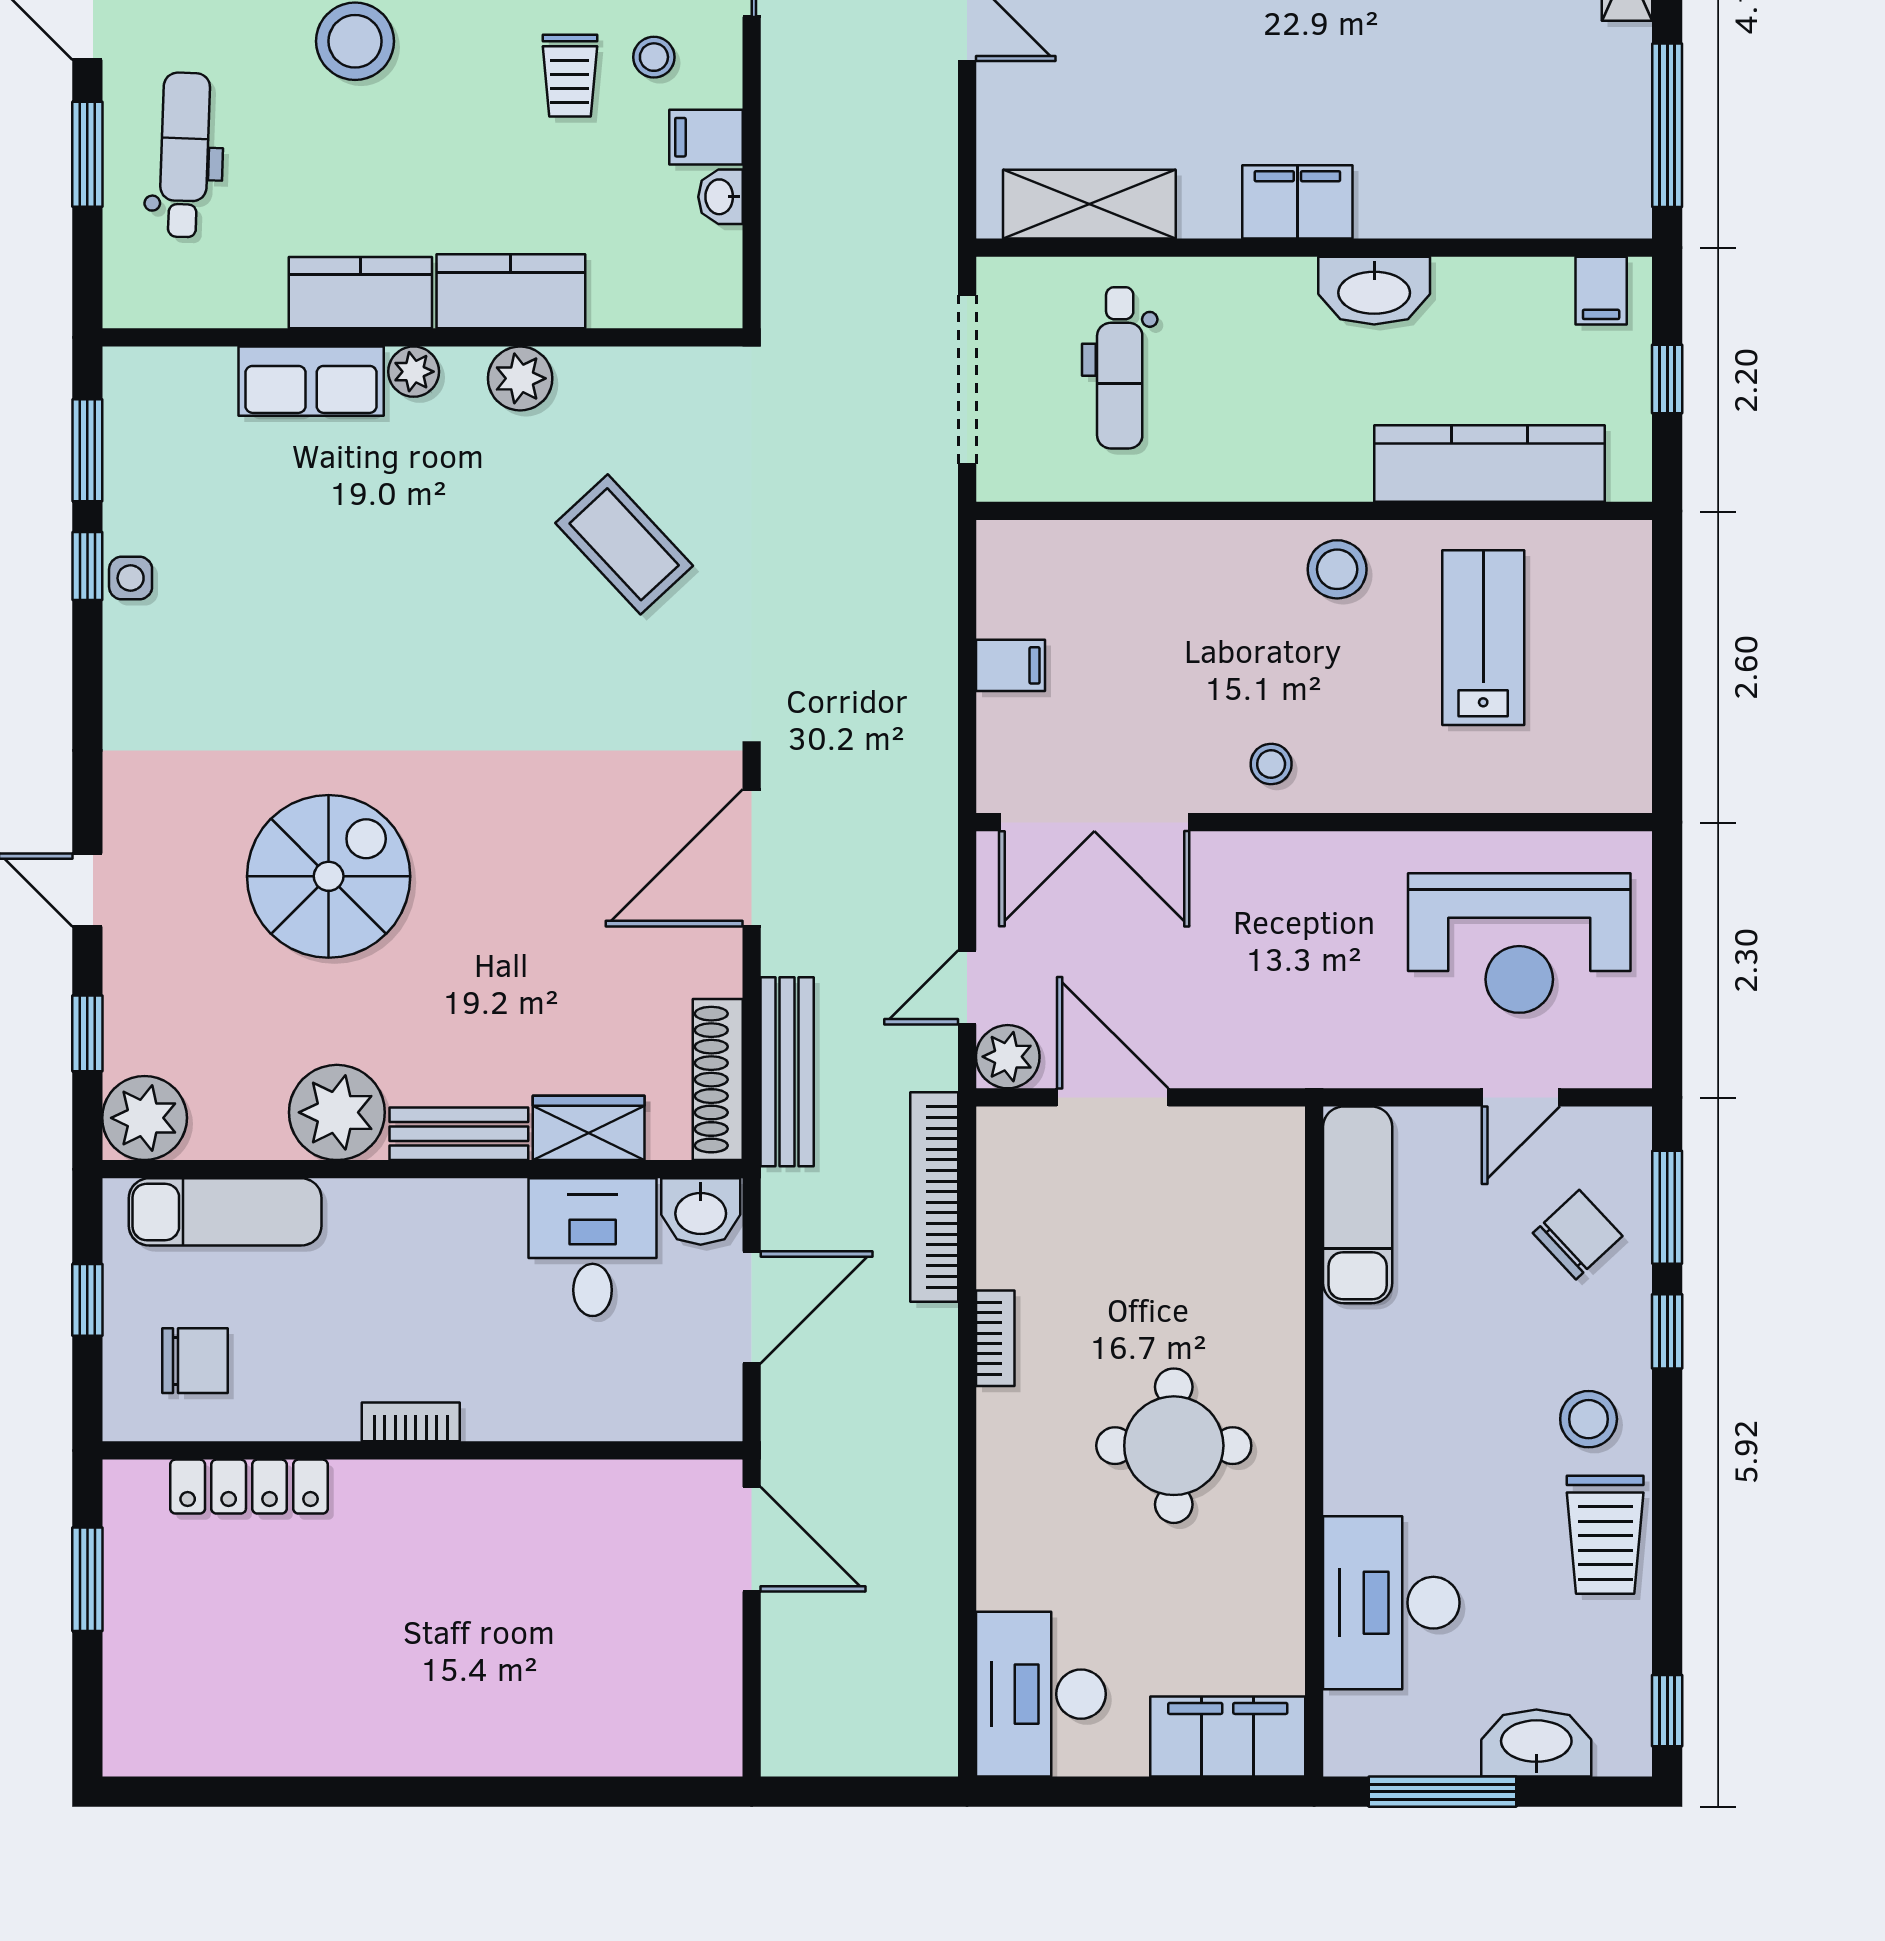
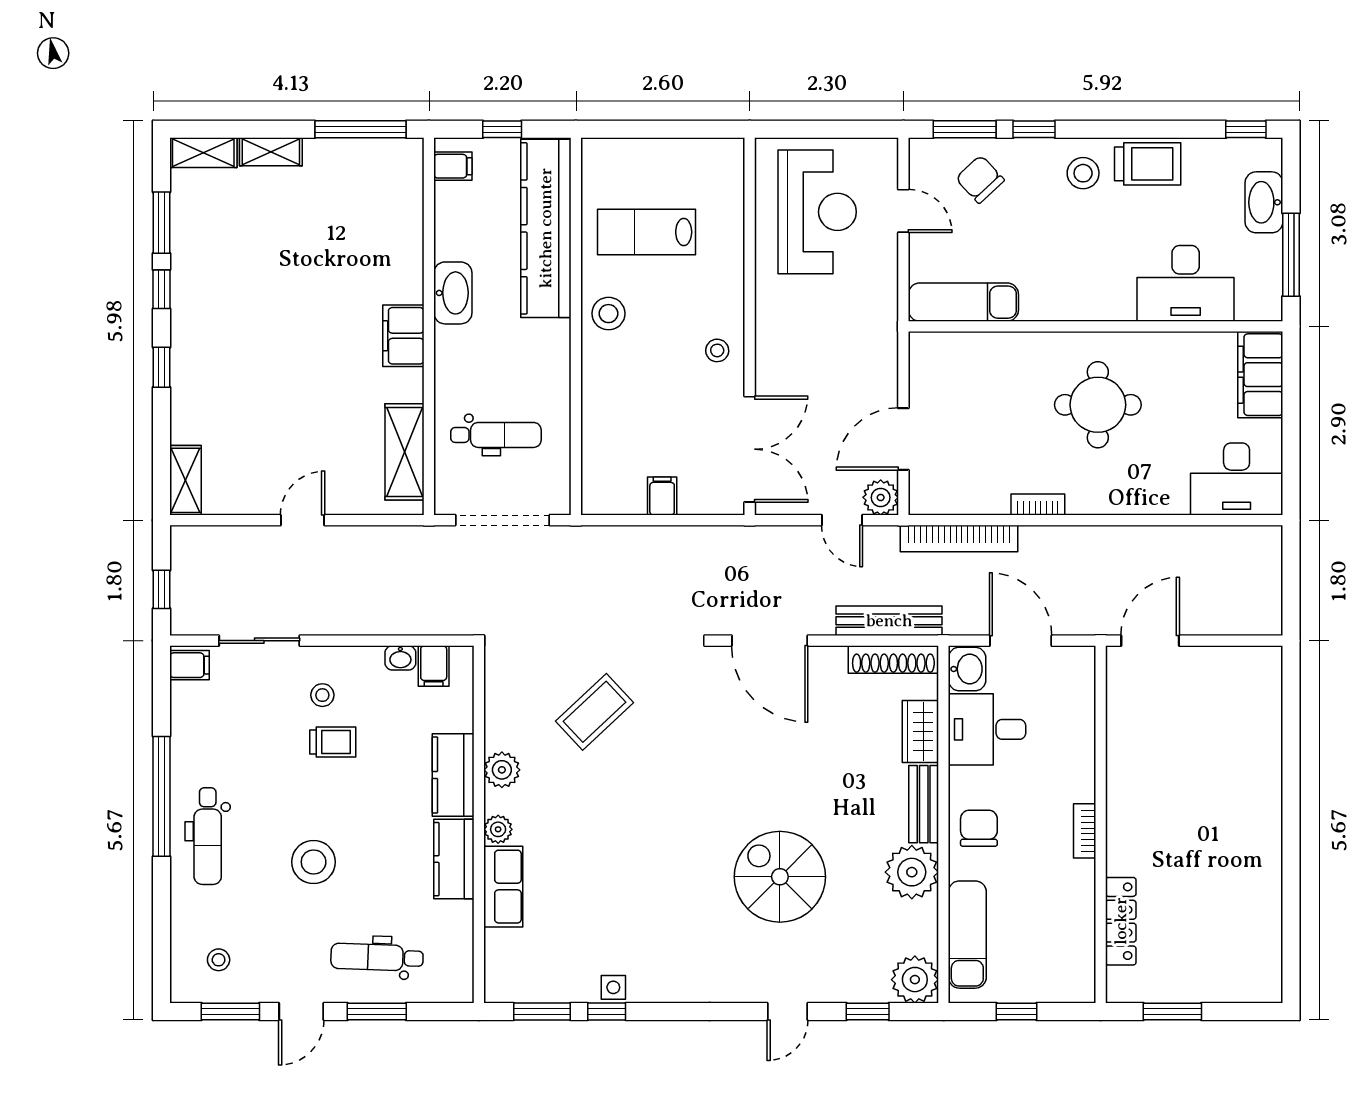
filing cabinet: (706, 137) -> (434, 666), moved
kitchen counter: (1490, 464) -> (546, 228), width x1.39, depth x1.17
chair: (195, 1361) -> (979, 828), moved

